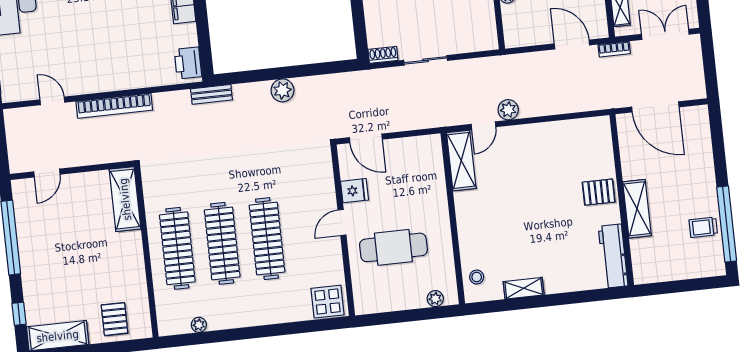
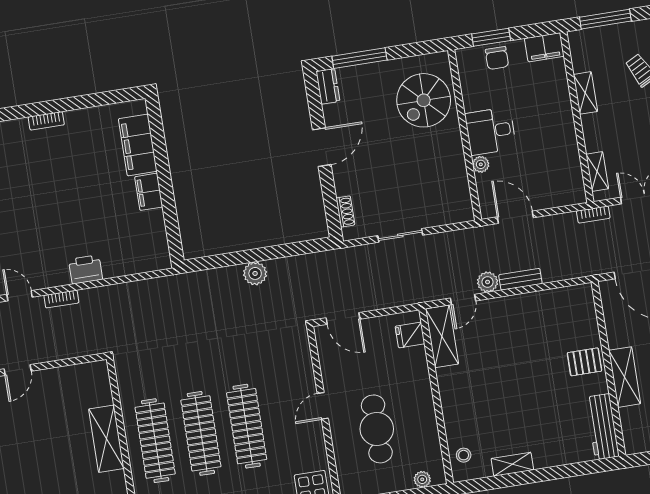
door: (572, 44) -> (515, 217), moved
shoe rack: (383, 55) -> (345, 211), moved, turned 90
printer: (188, 63) -> (86, 269), moved, turned 90
bench: (211, 94) -> (520, 279), moved
bookcase: (114, 106) -> (61, 299), width x0.43, depth x0.76
fridge: (354, 191) -> (410, 335), moved, turned 180
shelving: (125, 199) -> (106, 439), moved
cafe table: (393, 247) -> (377, 429), turned 90

